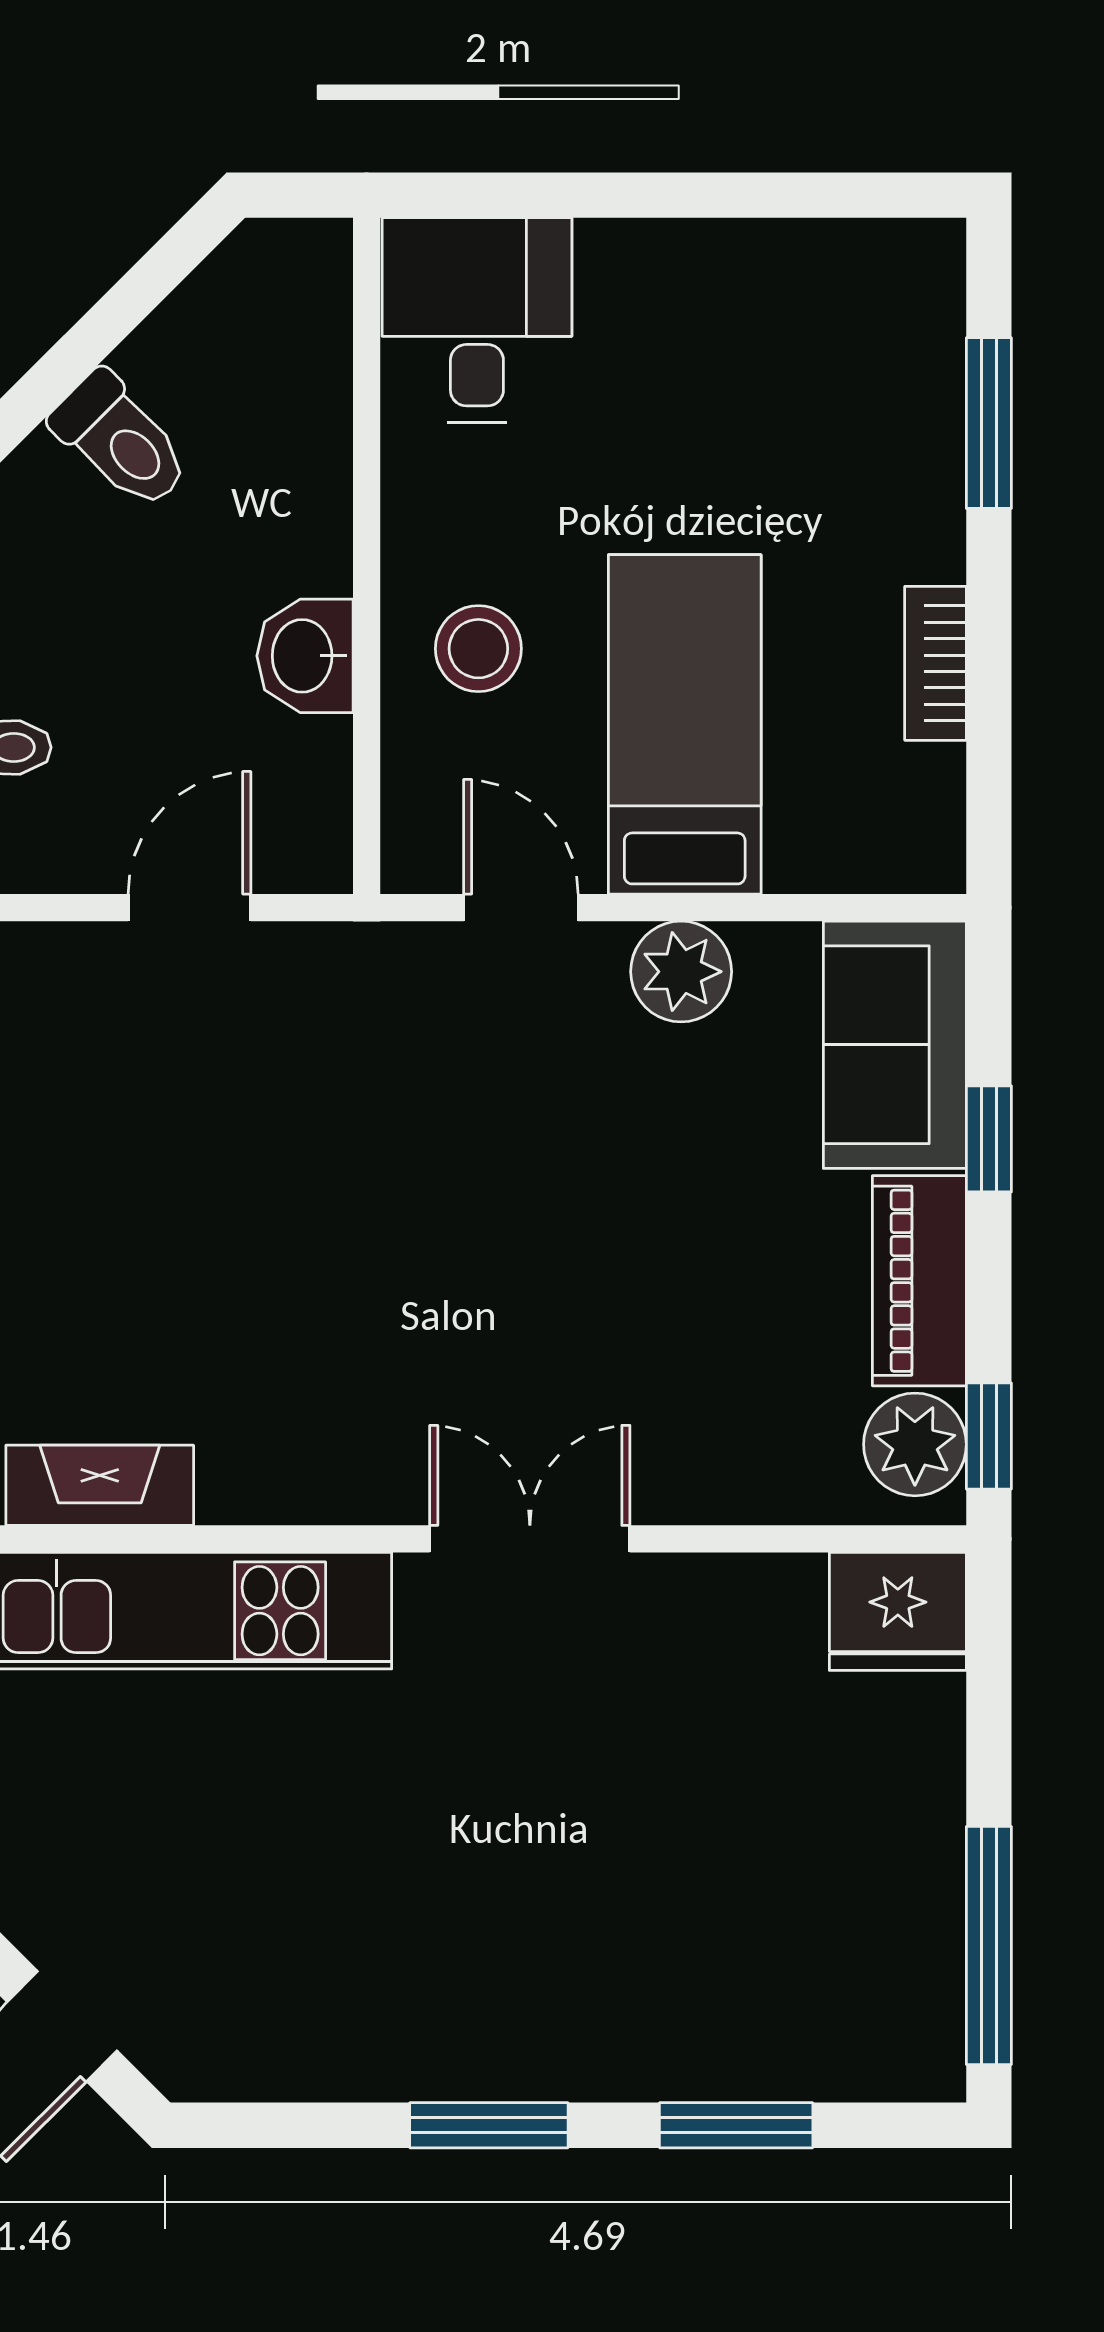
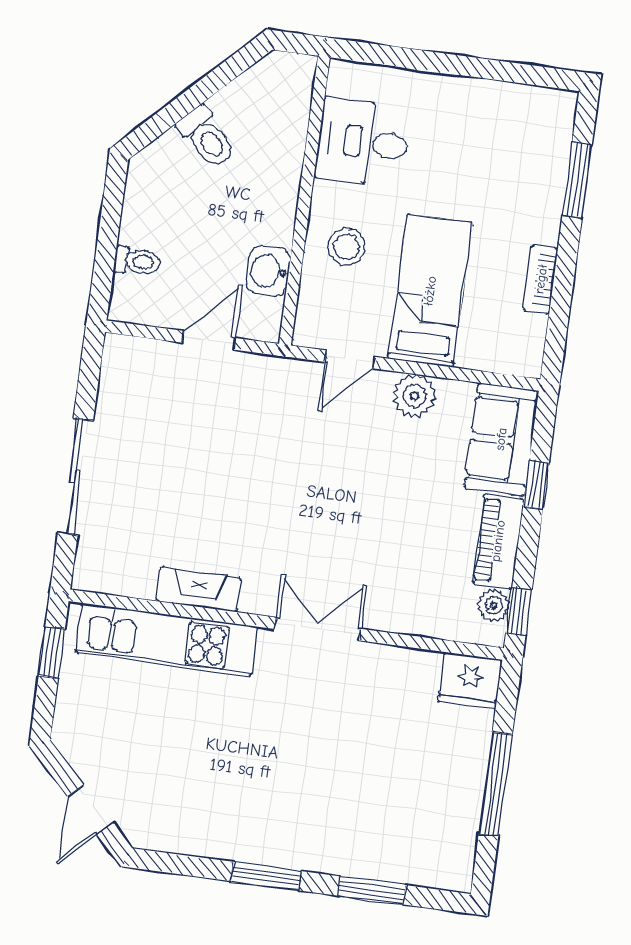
desk: (477, 320) -> (363, 142), moved, turned -90
washbasin: (305, 656) -> (268, 271), moved
door: (521, 908) -> (350, 359), swing flipped
plant: (915, 1444) -> (494, 606), width x0.73, depth x0.73
fireplace: (100, 1485) -> (199, 589), moved
window: (989, 1946) -> (495, 784), moved

